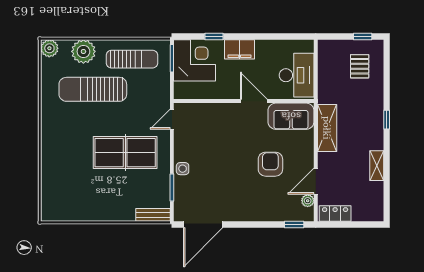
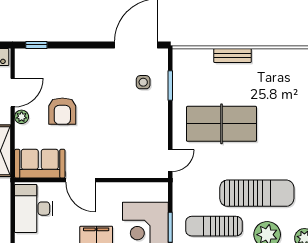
side table: (183, 169) -> (143, 82), moved
plant: (308, 201) -> (22, 117), moved
bench: (153, 215) -> (233, 55), moved

